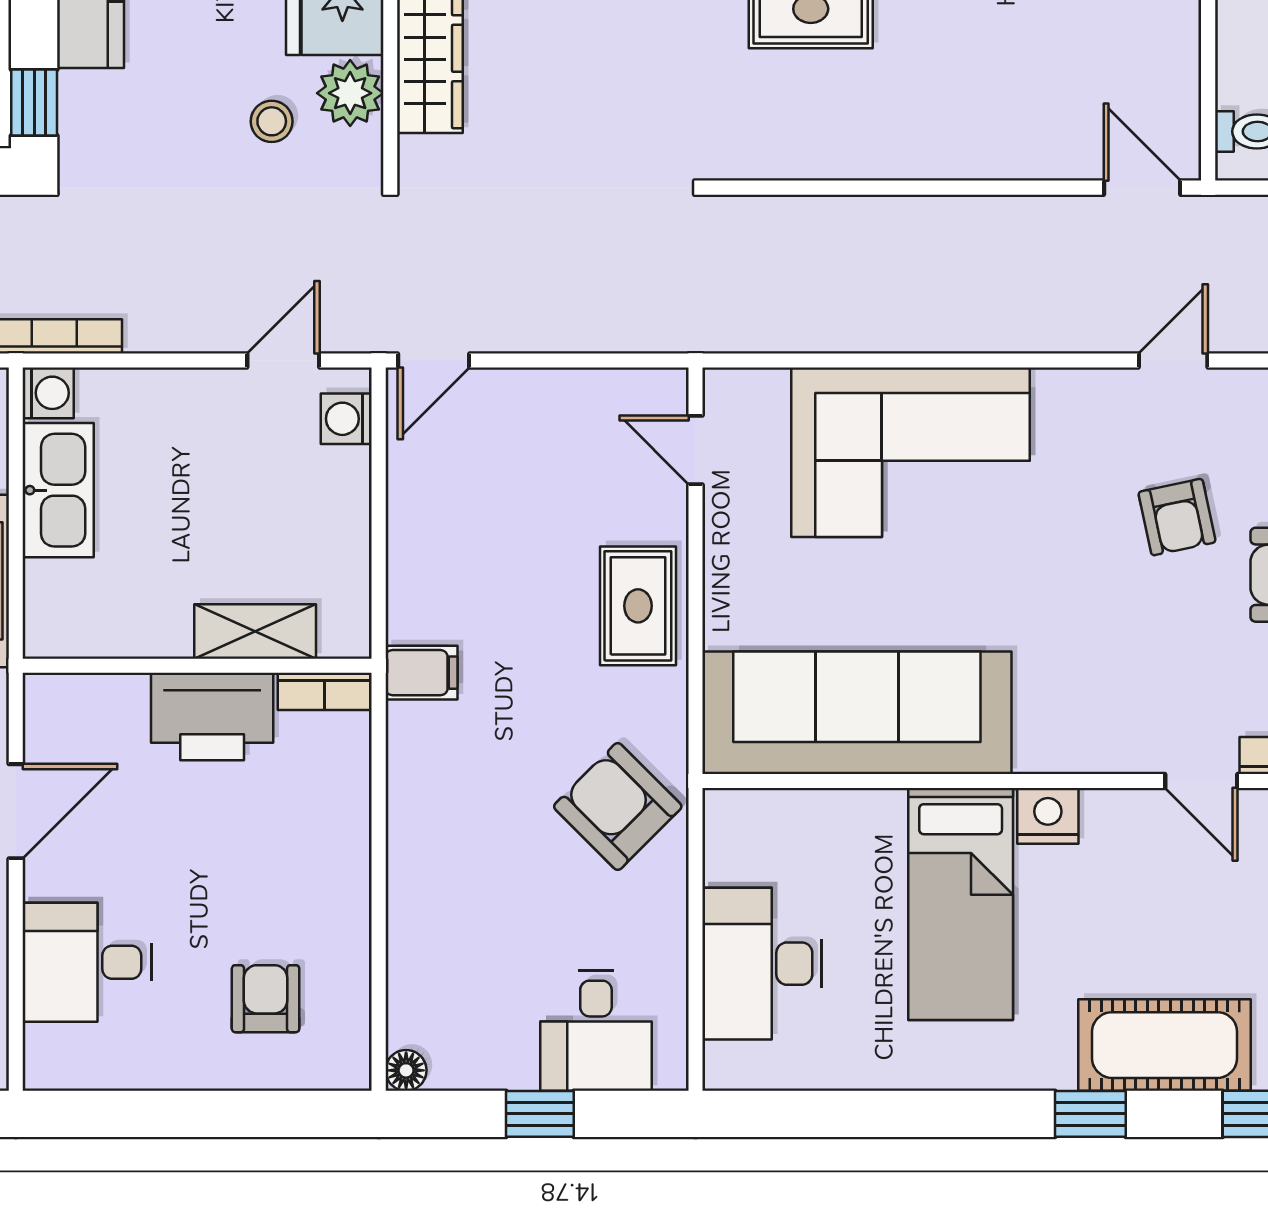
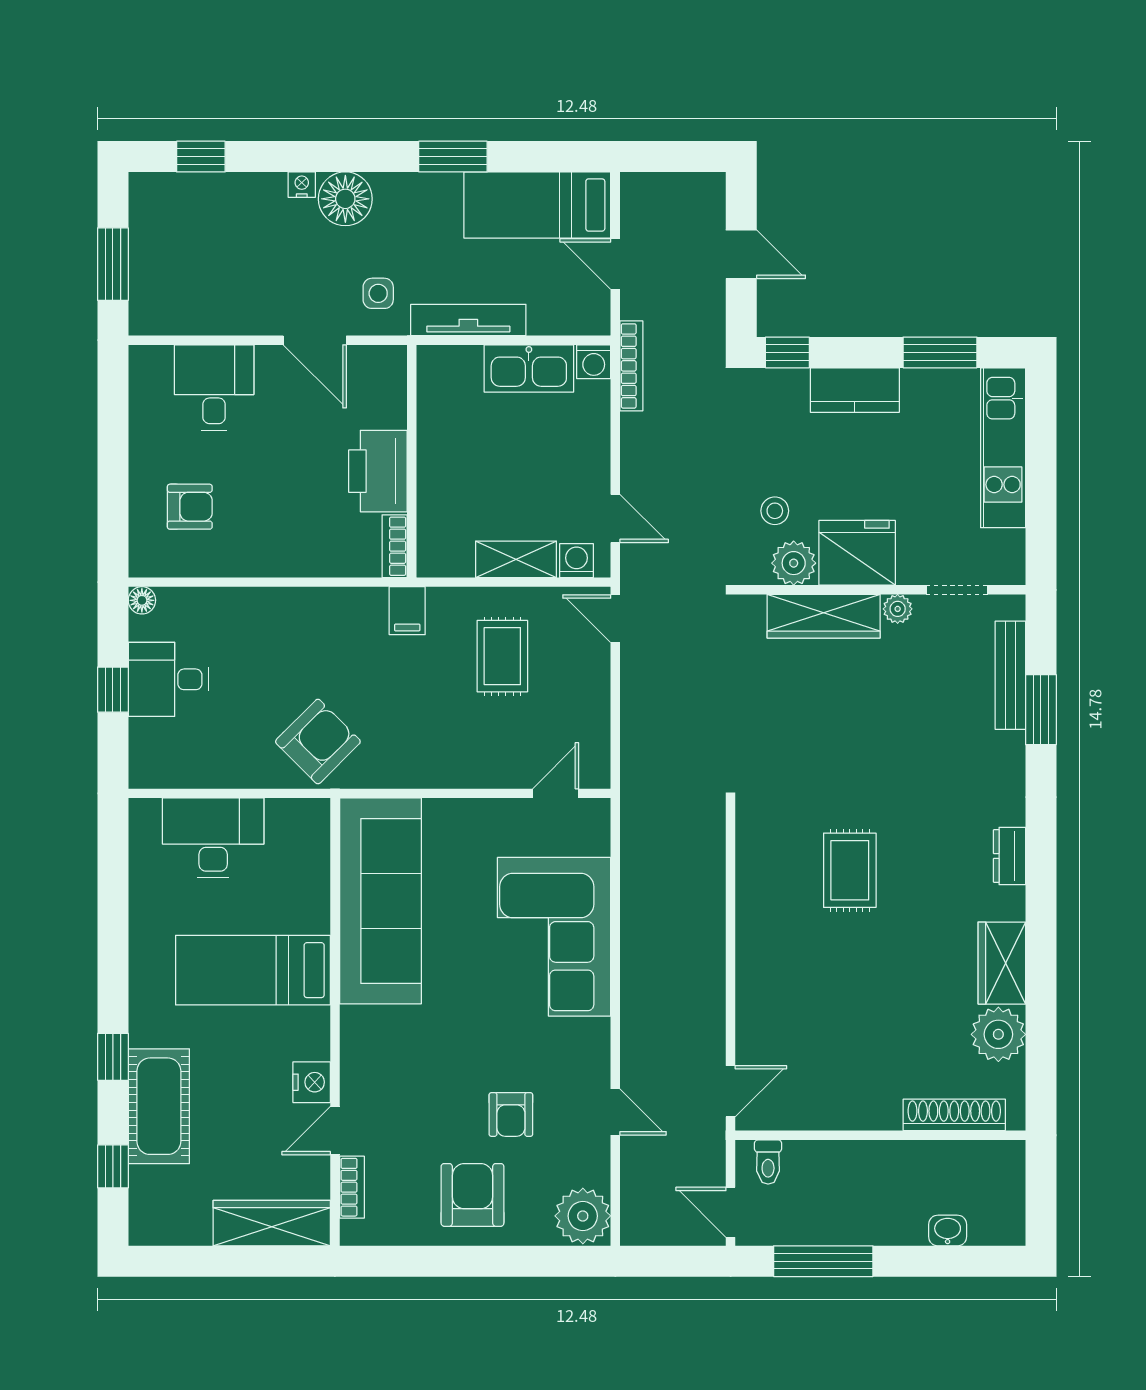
armchair: (1177, 517) -> (511, 1114), turned -78
rug: (638, 606) -> (502, 656), moved, turned 90
shelving: (255, 632) -> (516, 559), moved, turned 90
nightstand: (1048, 816) -> (312, 1082), moved
desk: (596, 1031) -> (168, 679), moved

